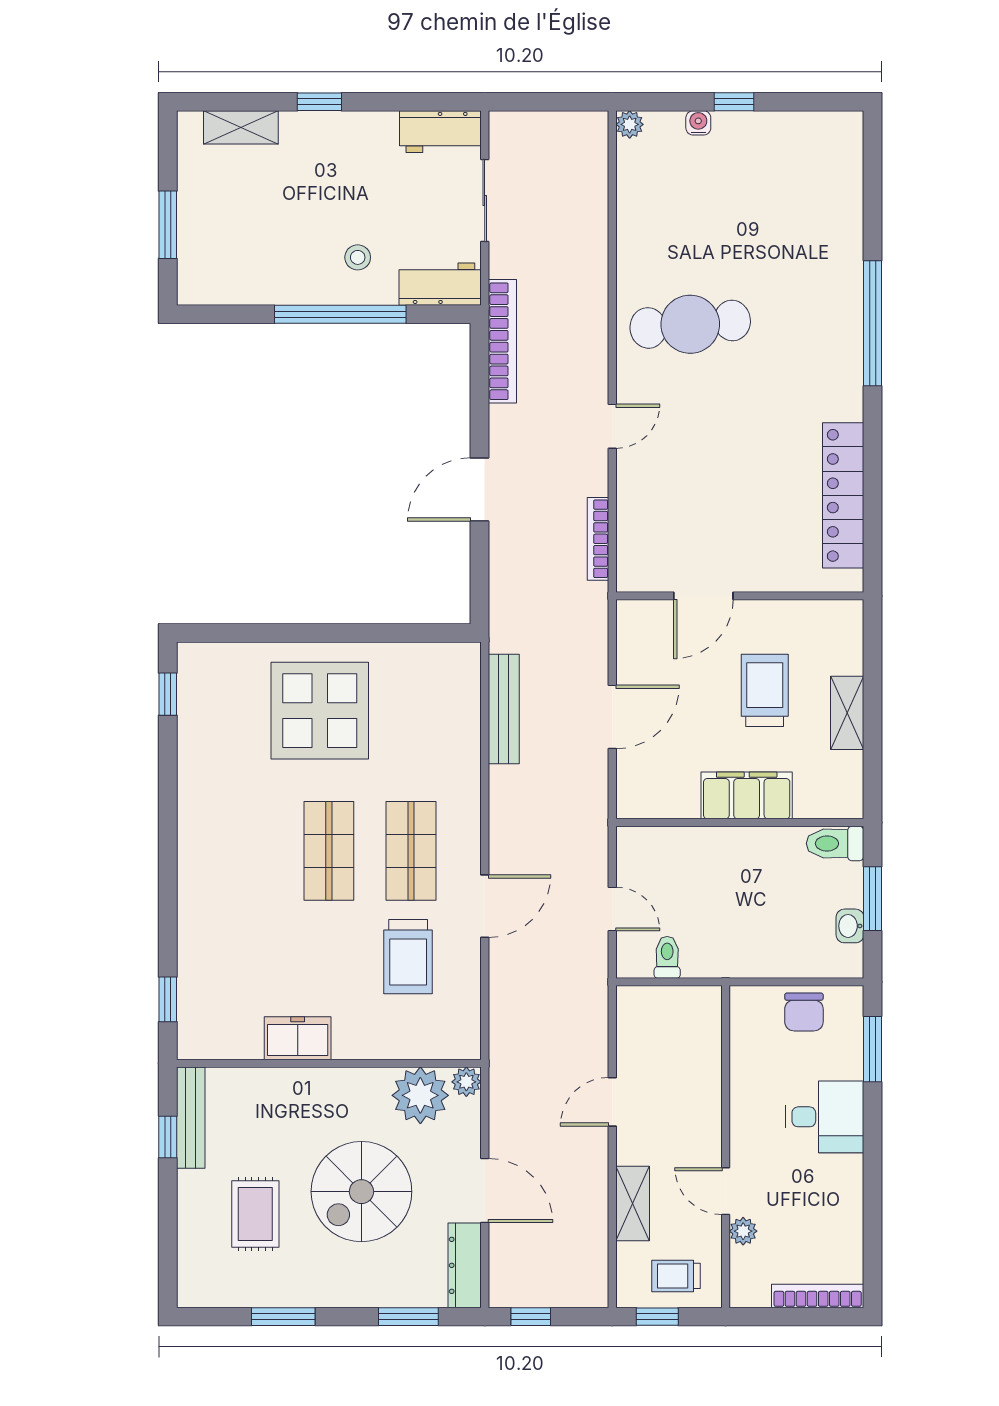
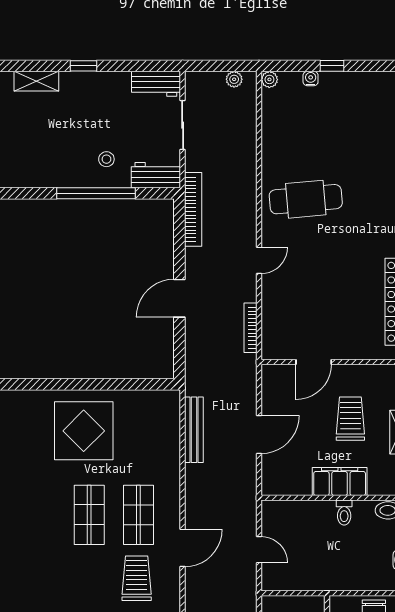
plant: (571, 124) -> (234, 79), added
trolley: (408, 957) -> (137, 578), turned 180
toilet: (667, 957) -> (344, 513), moved, turned 180

